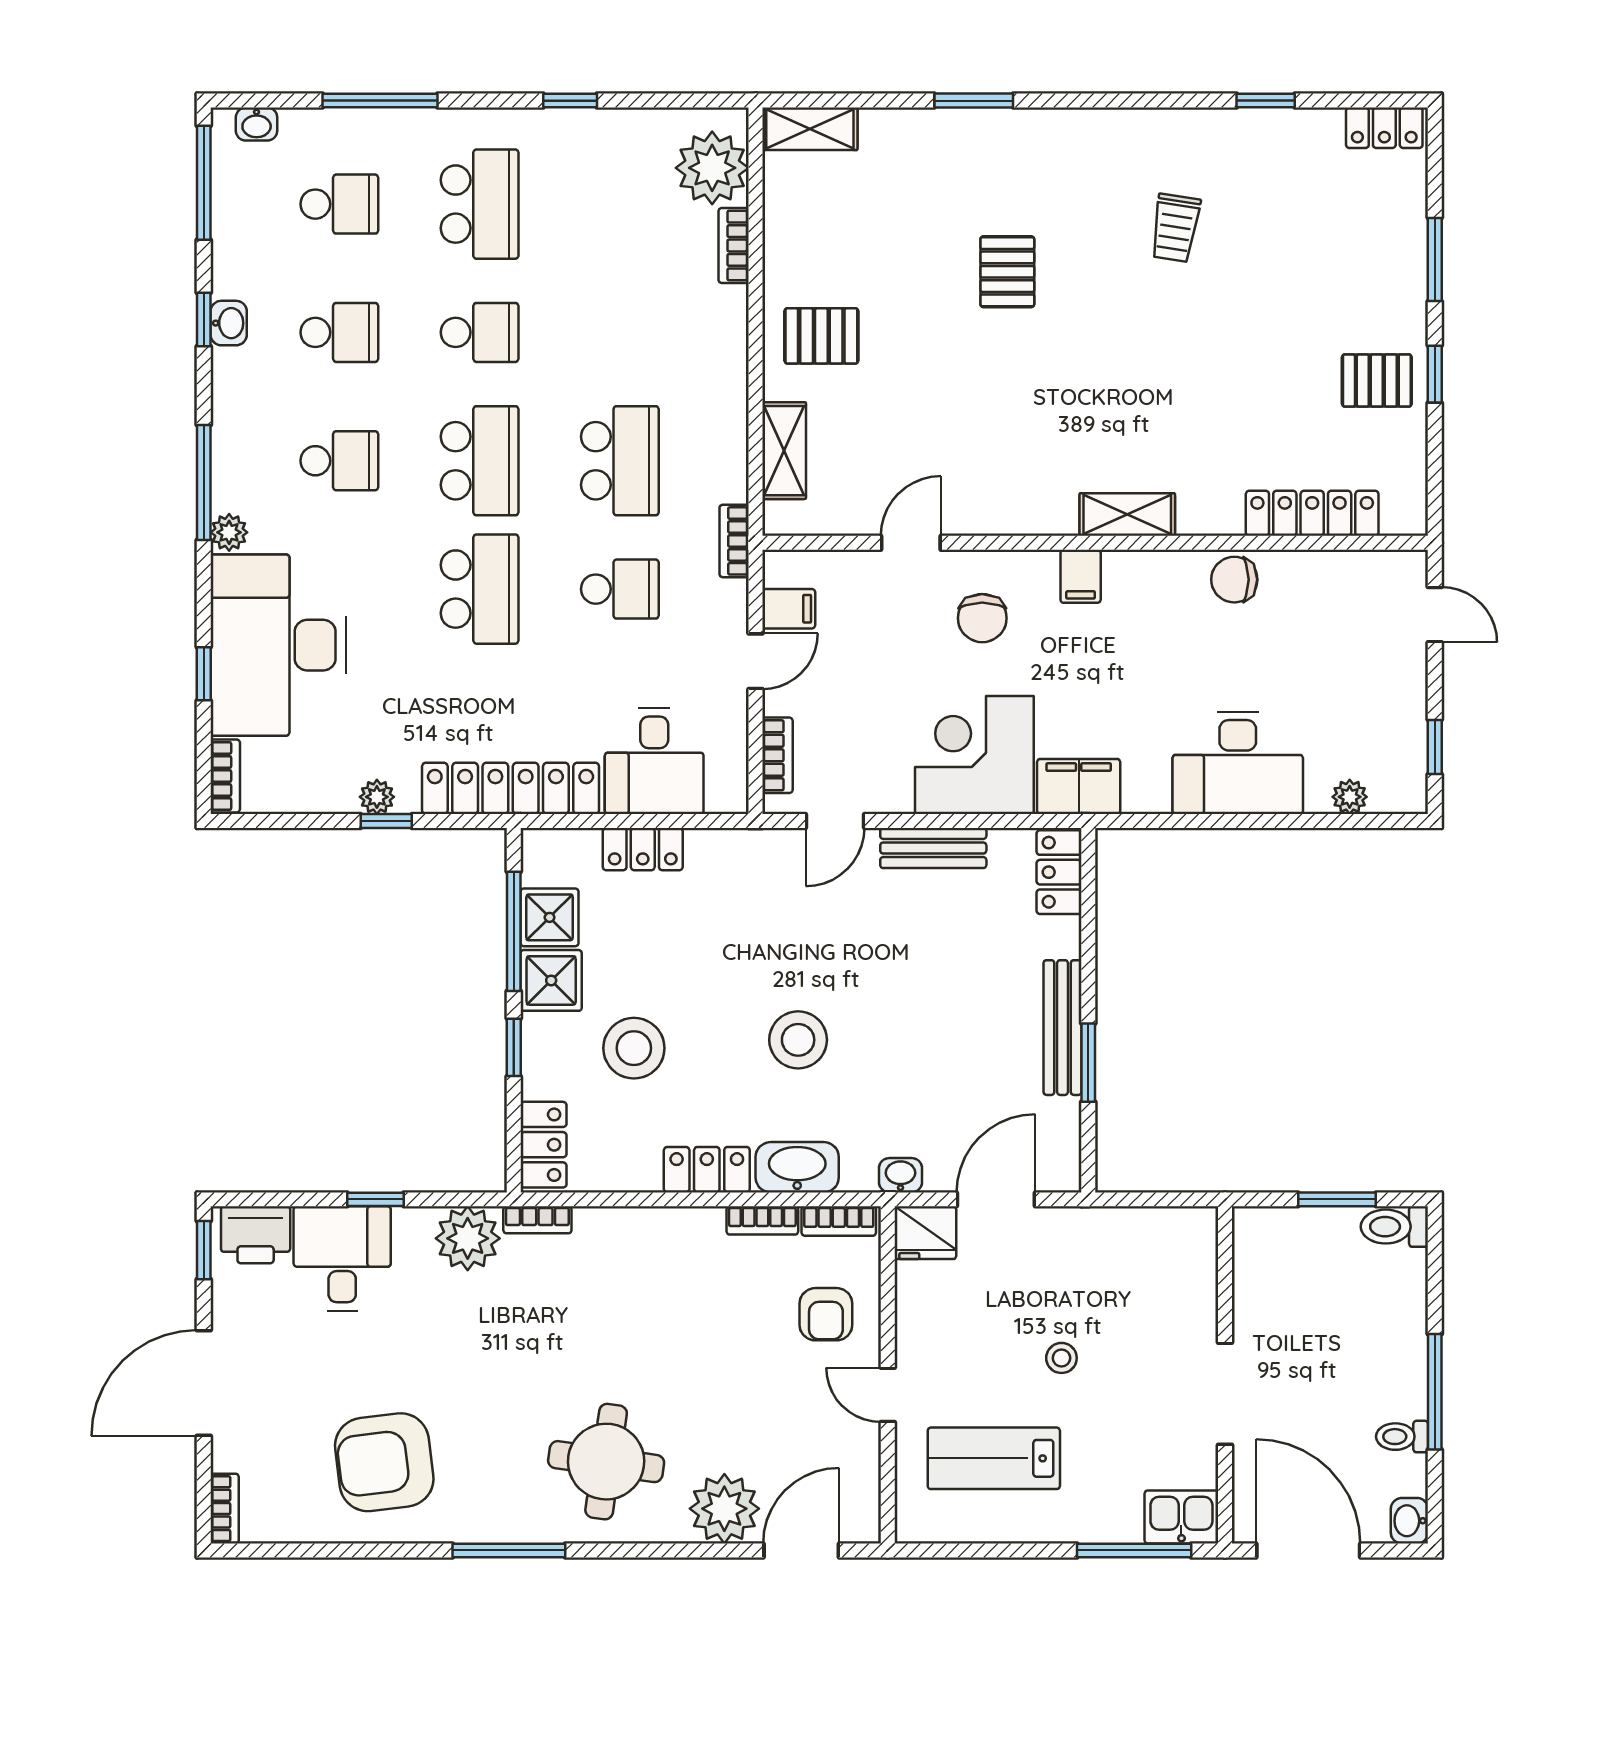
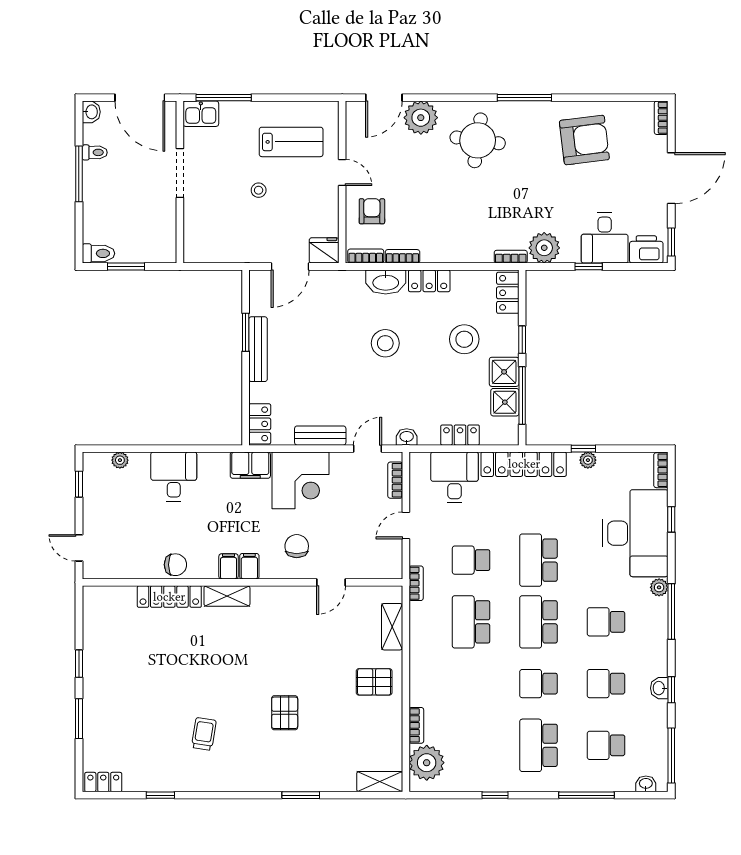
pallet: (1377, 381) -> (107, 660), removed
locker: (1312, 513) -> (169, 597), moved
filing cabinet: (789, 609) -> (229, 566), moved, turned 90
desk: (1238, 763) -> (174, 476), width x0.73
washbasin: (900, 1175) -> (407, 437), moved, turned 180

